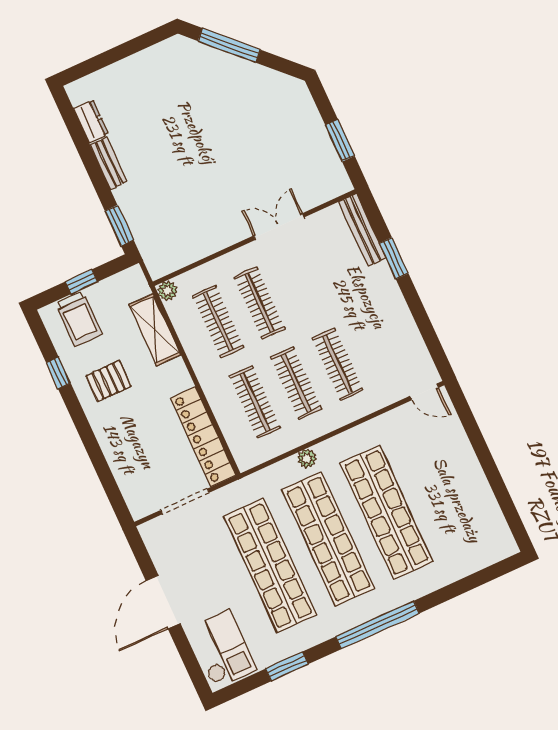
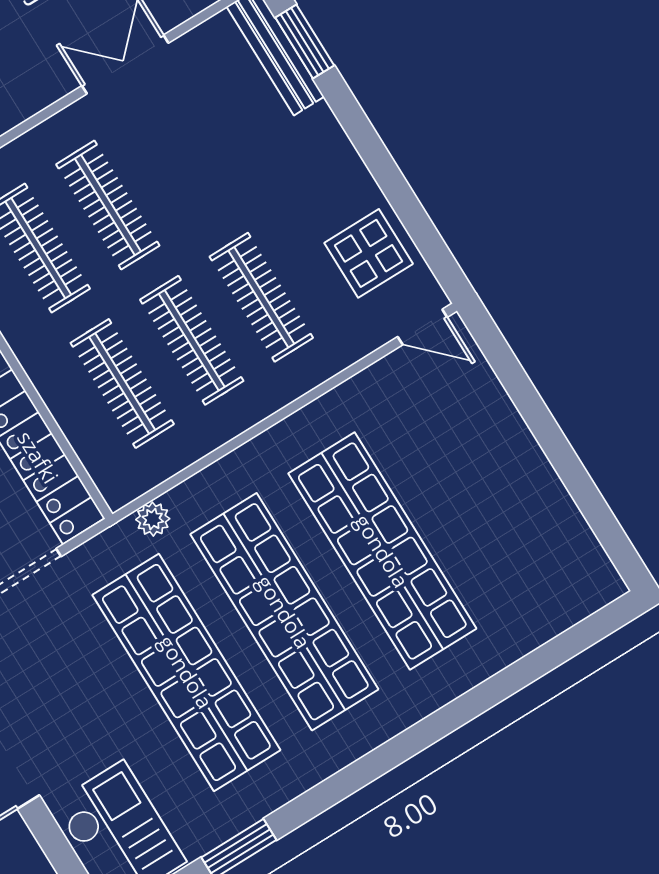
window: (394, 258) -> (305, 41), moved
display table: (400, 348) -> (369, 253), added
plant: (307, 458) -> (153, 519), moved
window: (377, 625) -> (391, 754), removed

